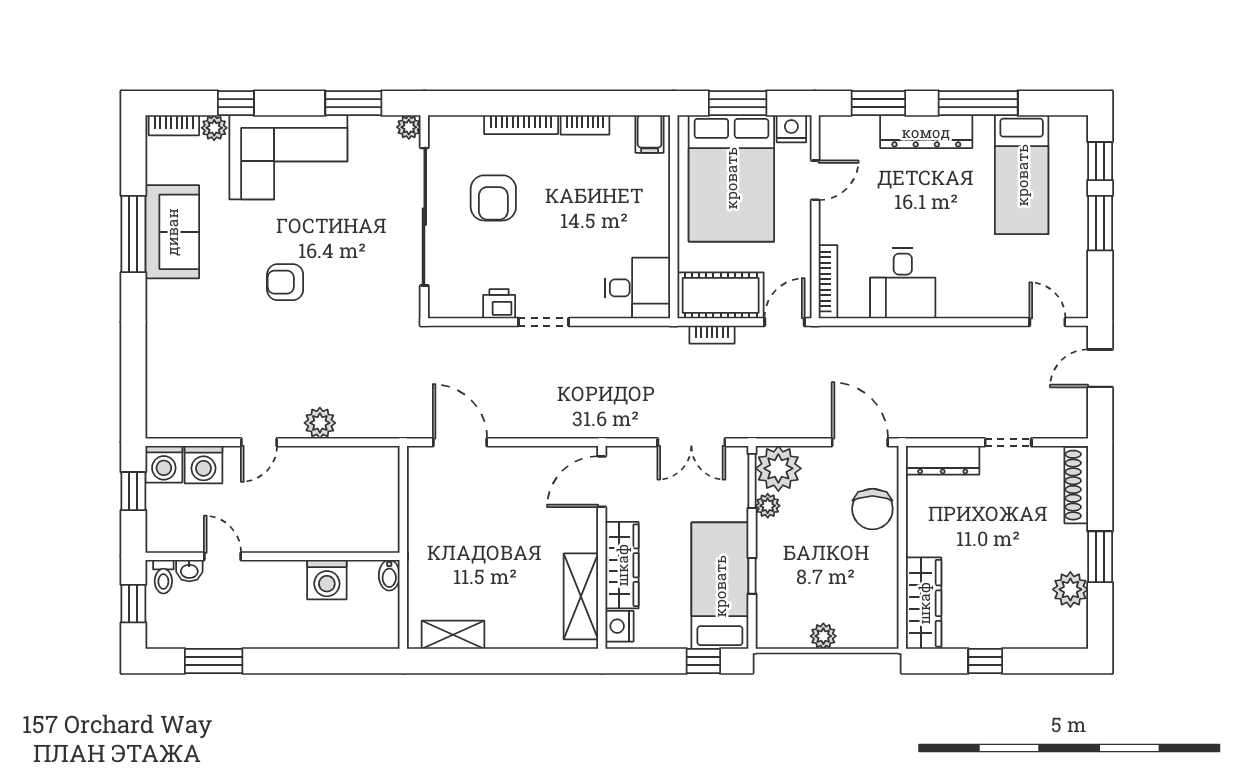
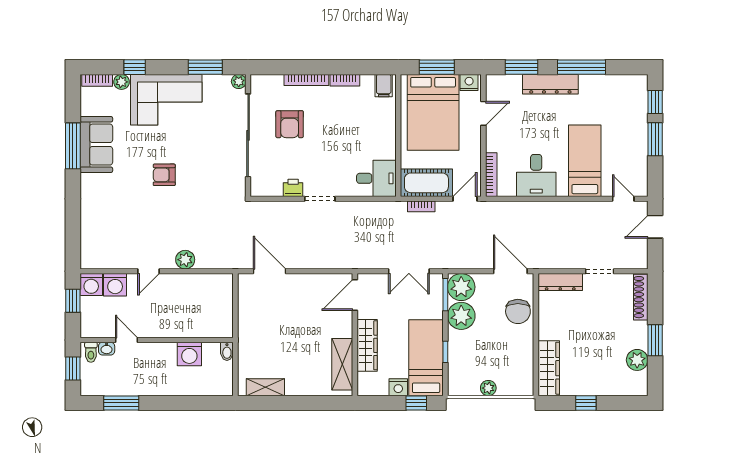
bed: (1022, 175) -> (585, 161), moved, turned 180
plant: (768, 506) -> (461, 316), width x1.87, depth x1.87
nightstand: (619, 626) -> (398, 387), moved, turned -90

